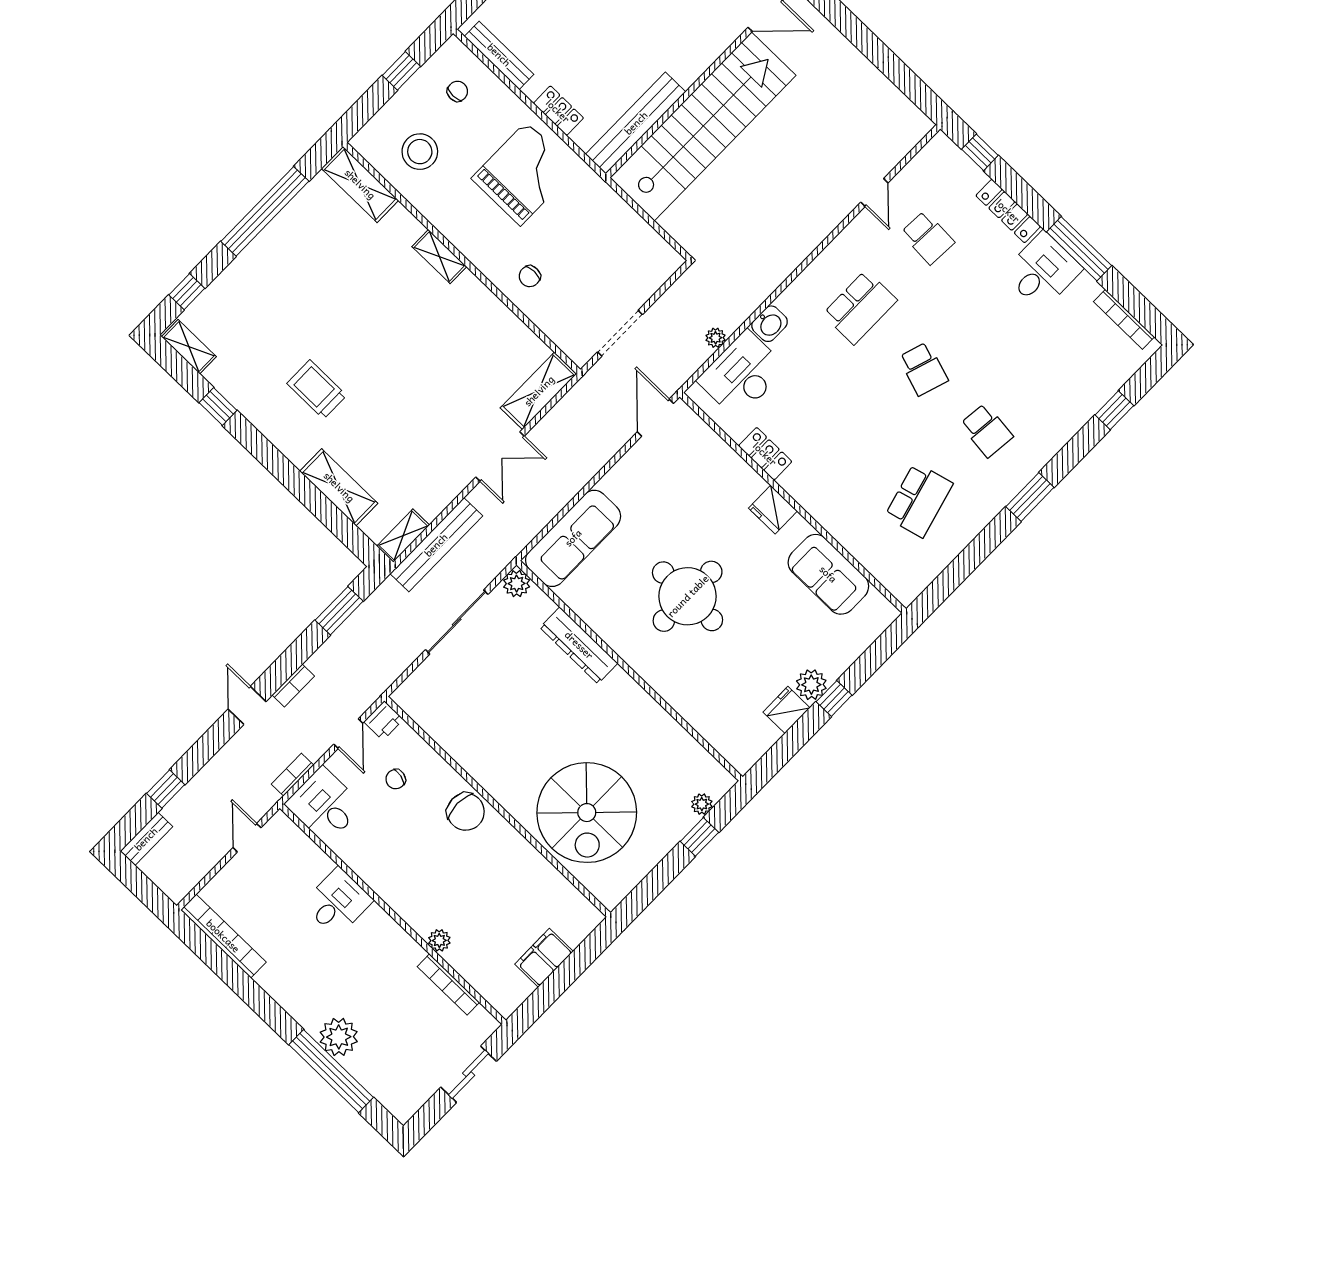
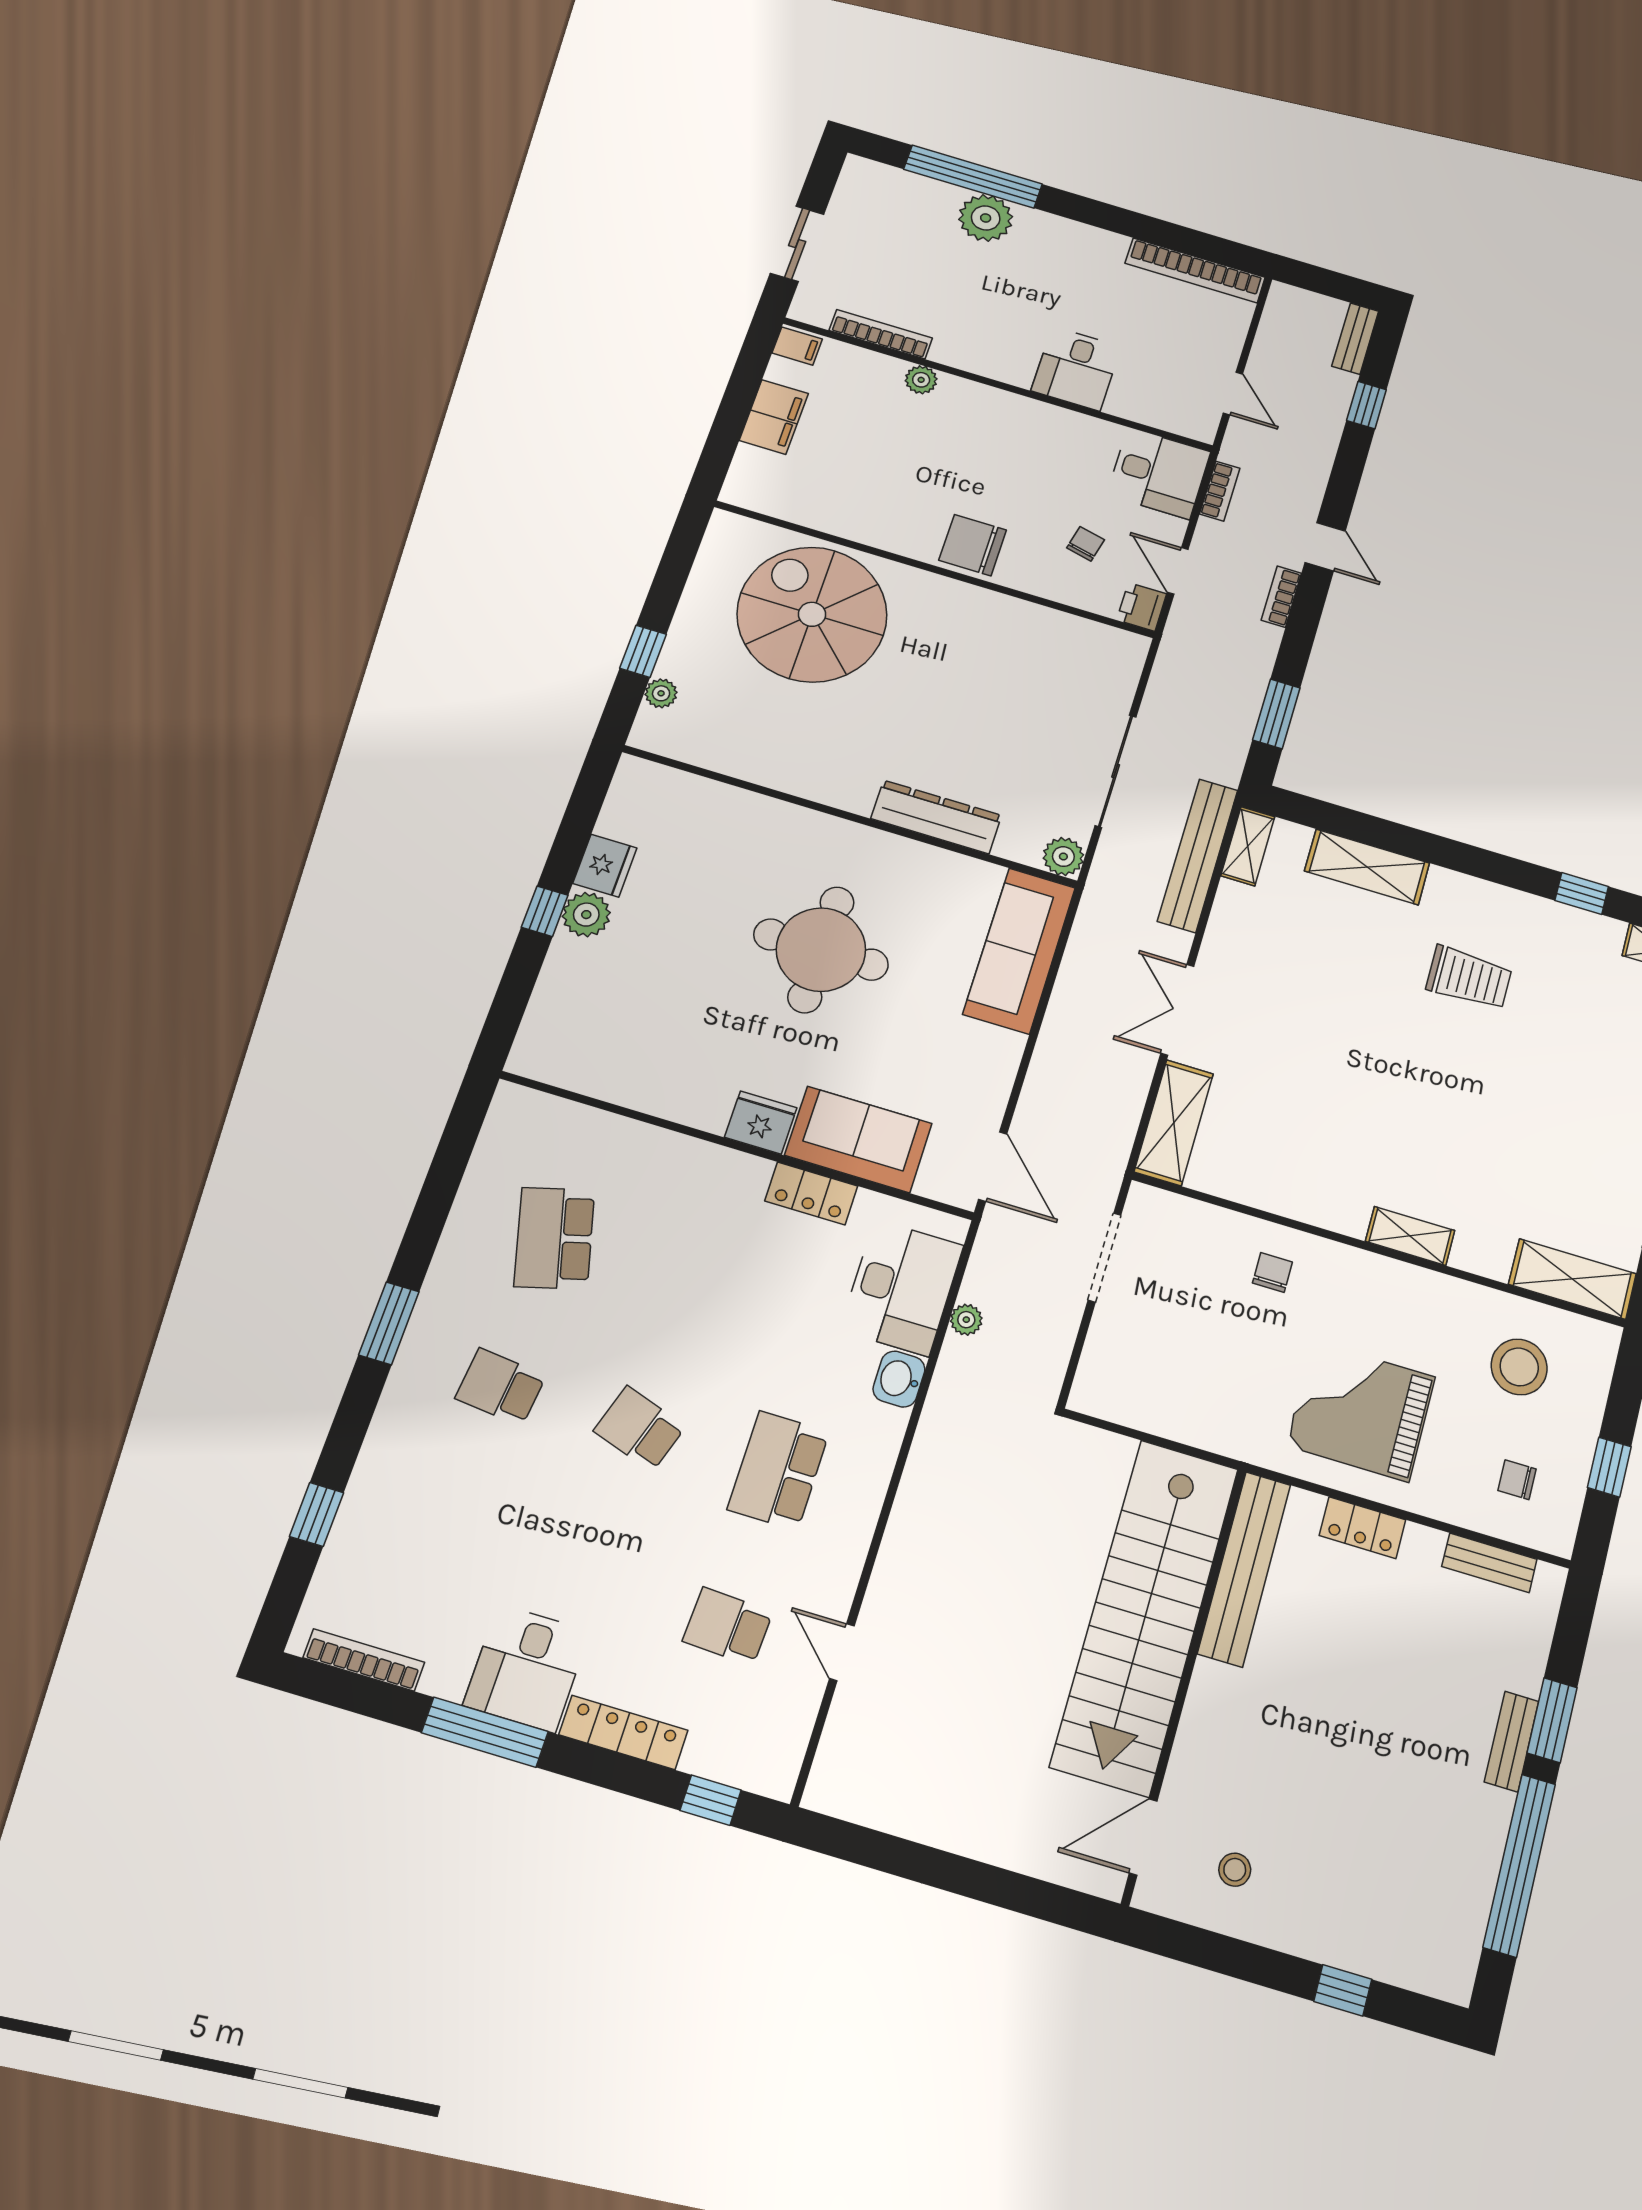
bench: (499, 55) -> (1489, 1563), width x0.73
chair: (457, 91) -> (1517, 1480), turned 90
grand piano: (523, 174) -> (1361, 1411), turned 90
sofa: (828, 574) -> (858, 1139), moved
filing cabinet: (505, 1001) -> (797, 346), added

